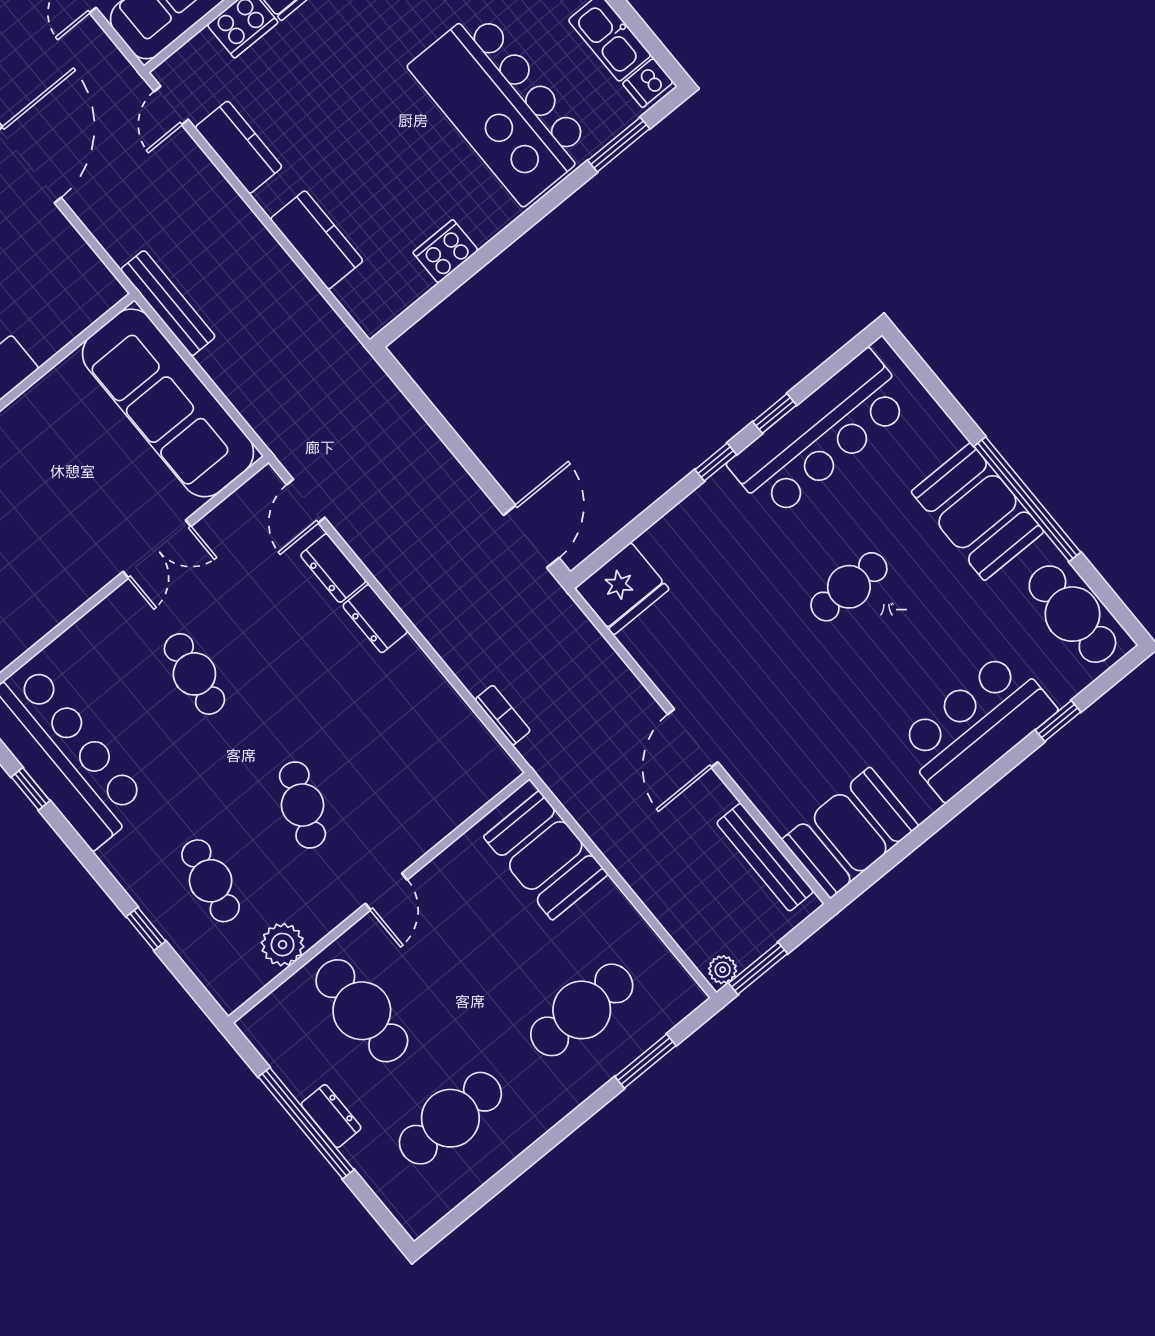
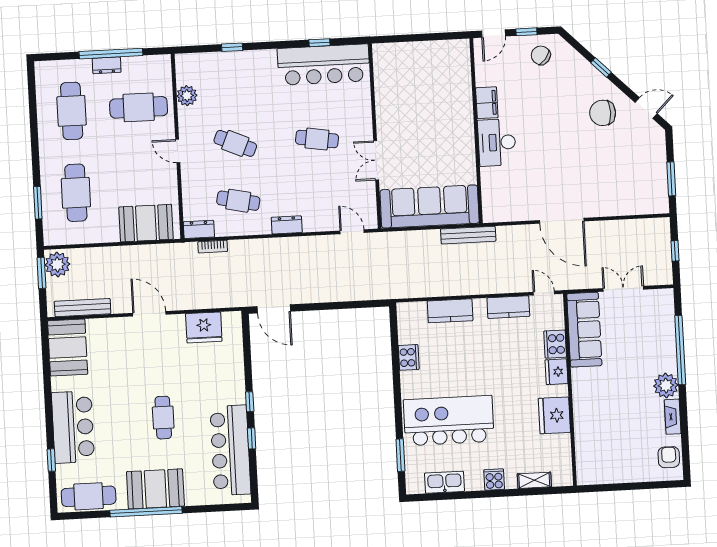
dishwasher: (648, 83) -> (416, 484), removed
dresser: (333, 568) -> (199, 229), moved
fridge: (622, 589) -> (204, 327), moved, turned -90
cafe table: (211, 881) -> (238, 201), moved
plant: (723, 970) -> (57, 264), width x1.88, depth x1.88

